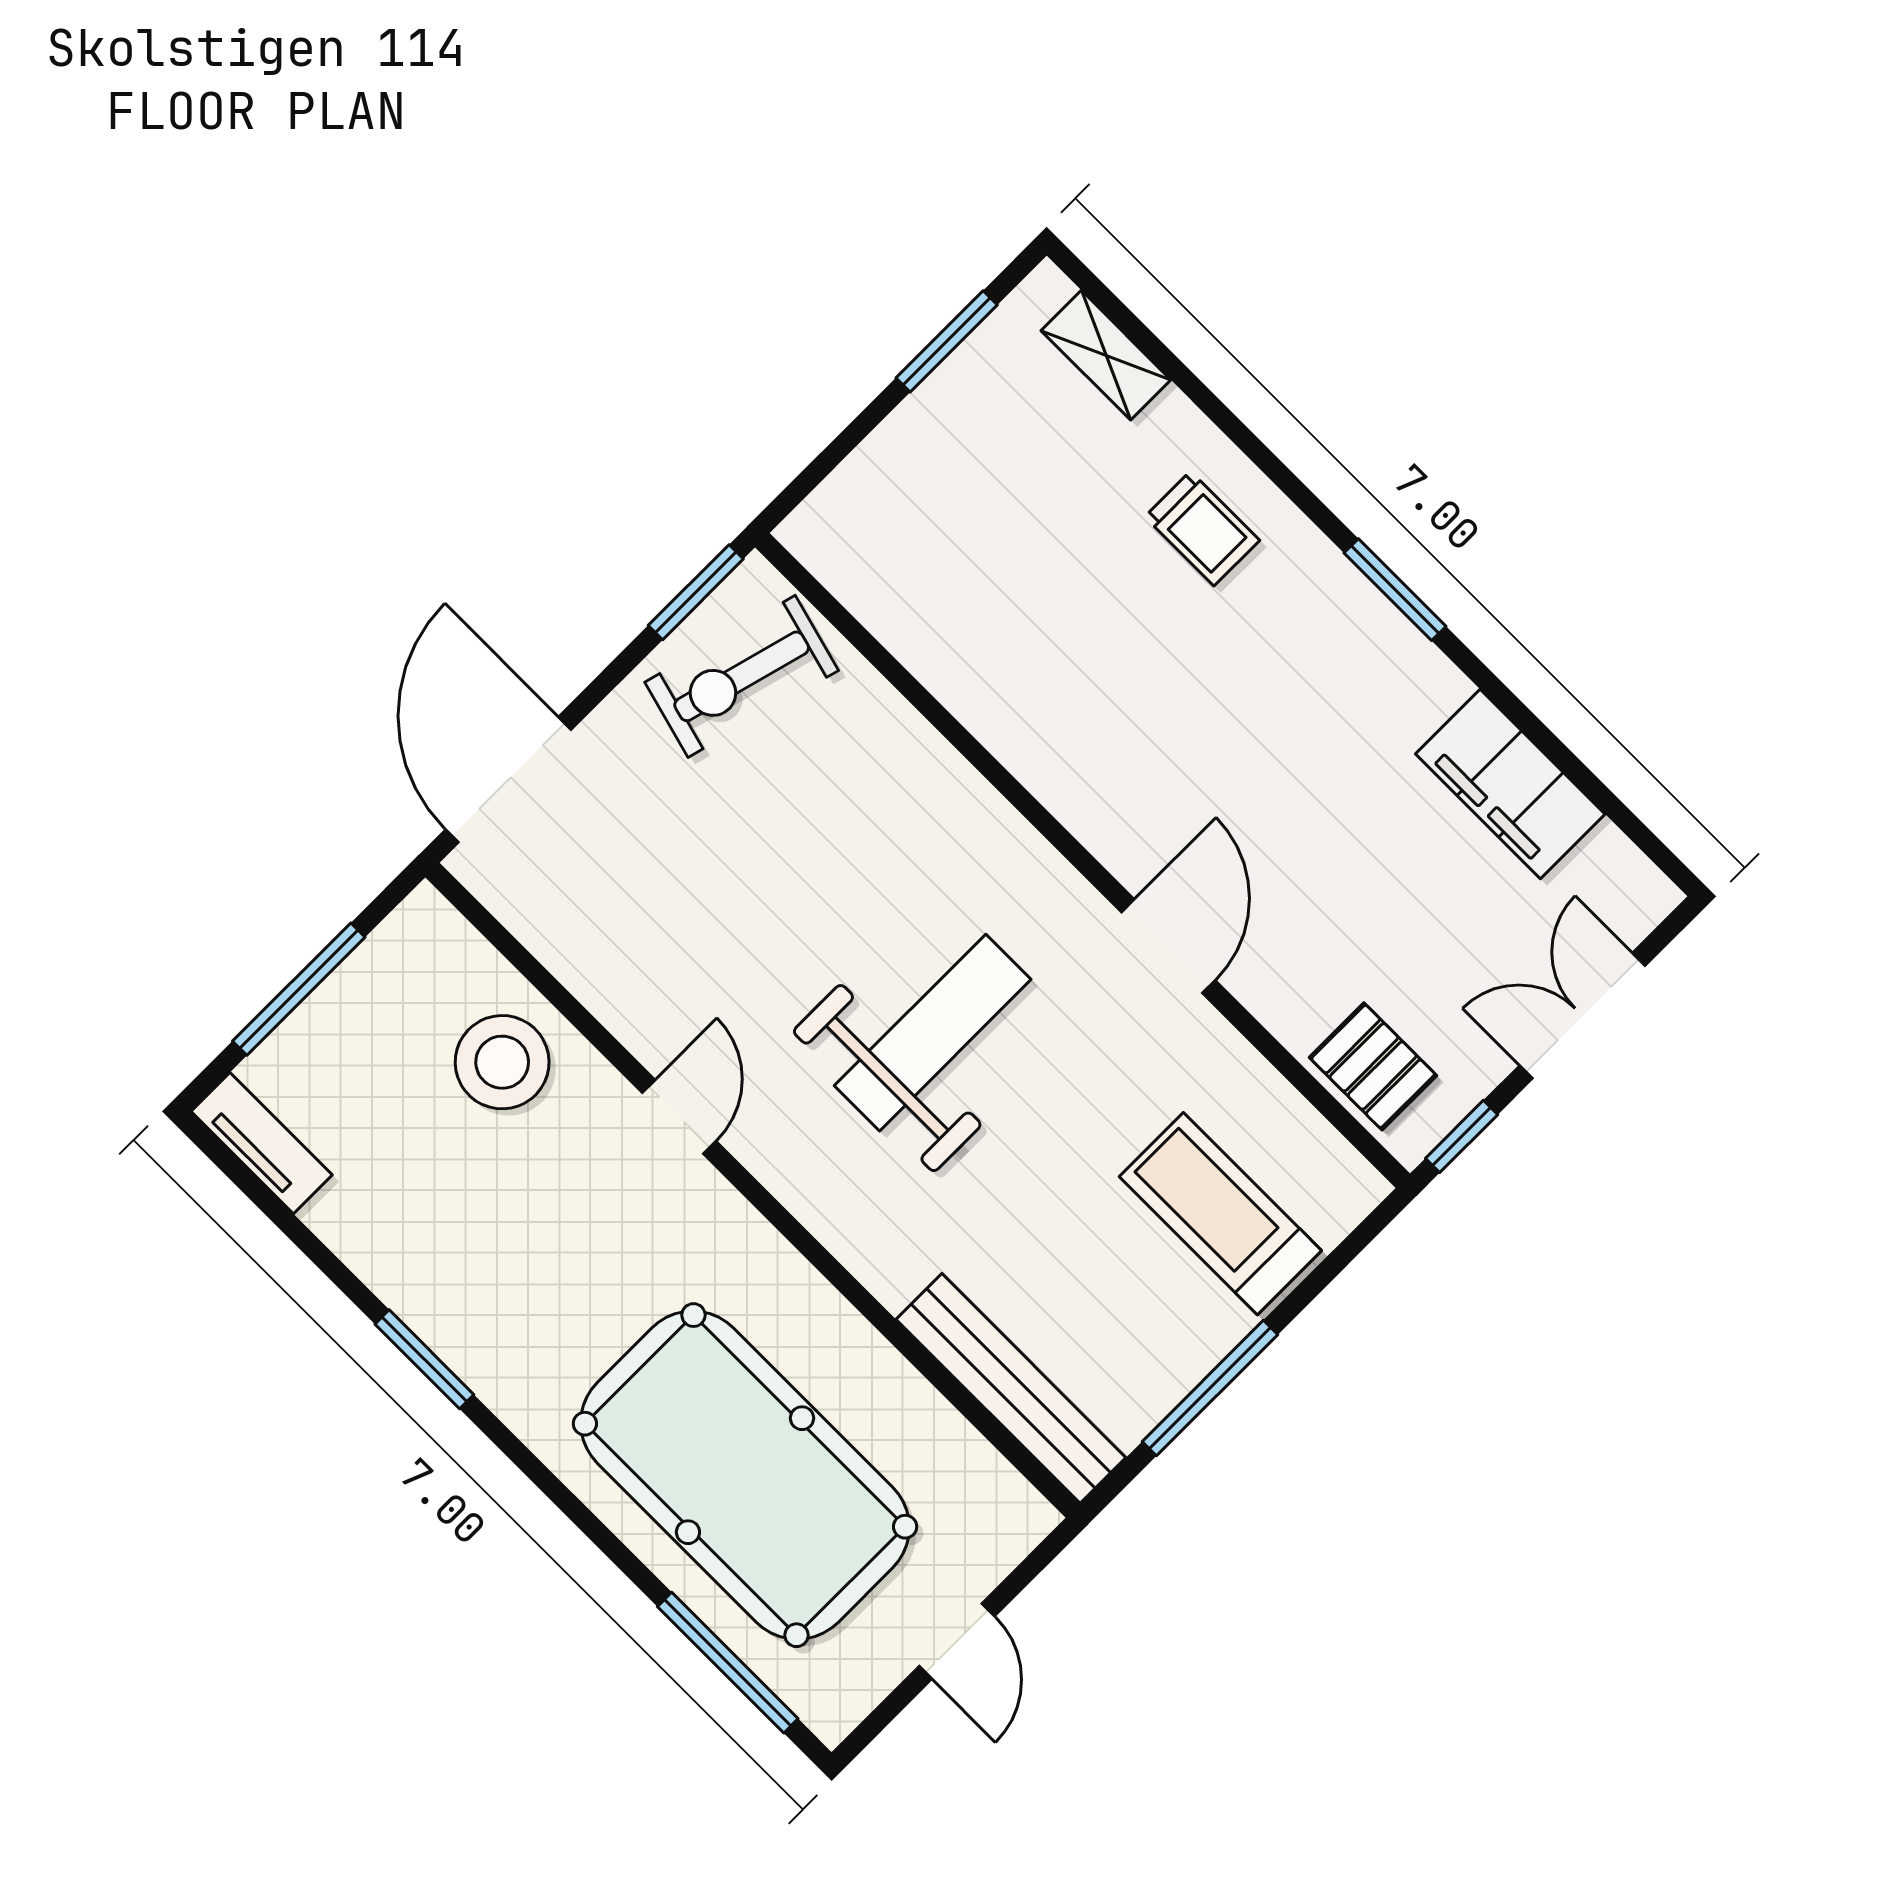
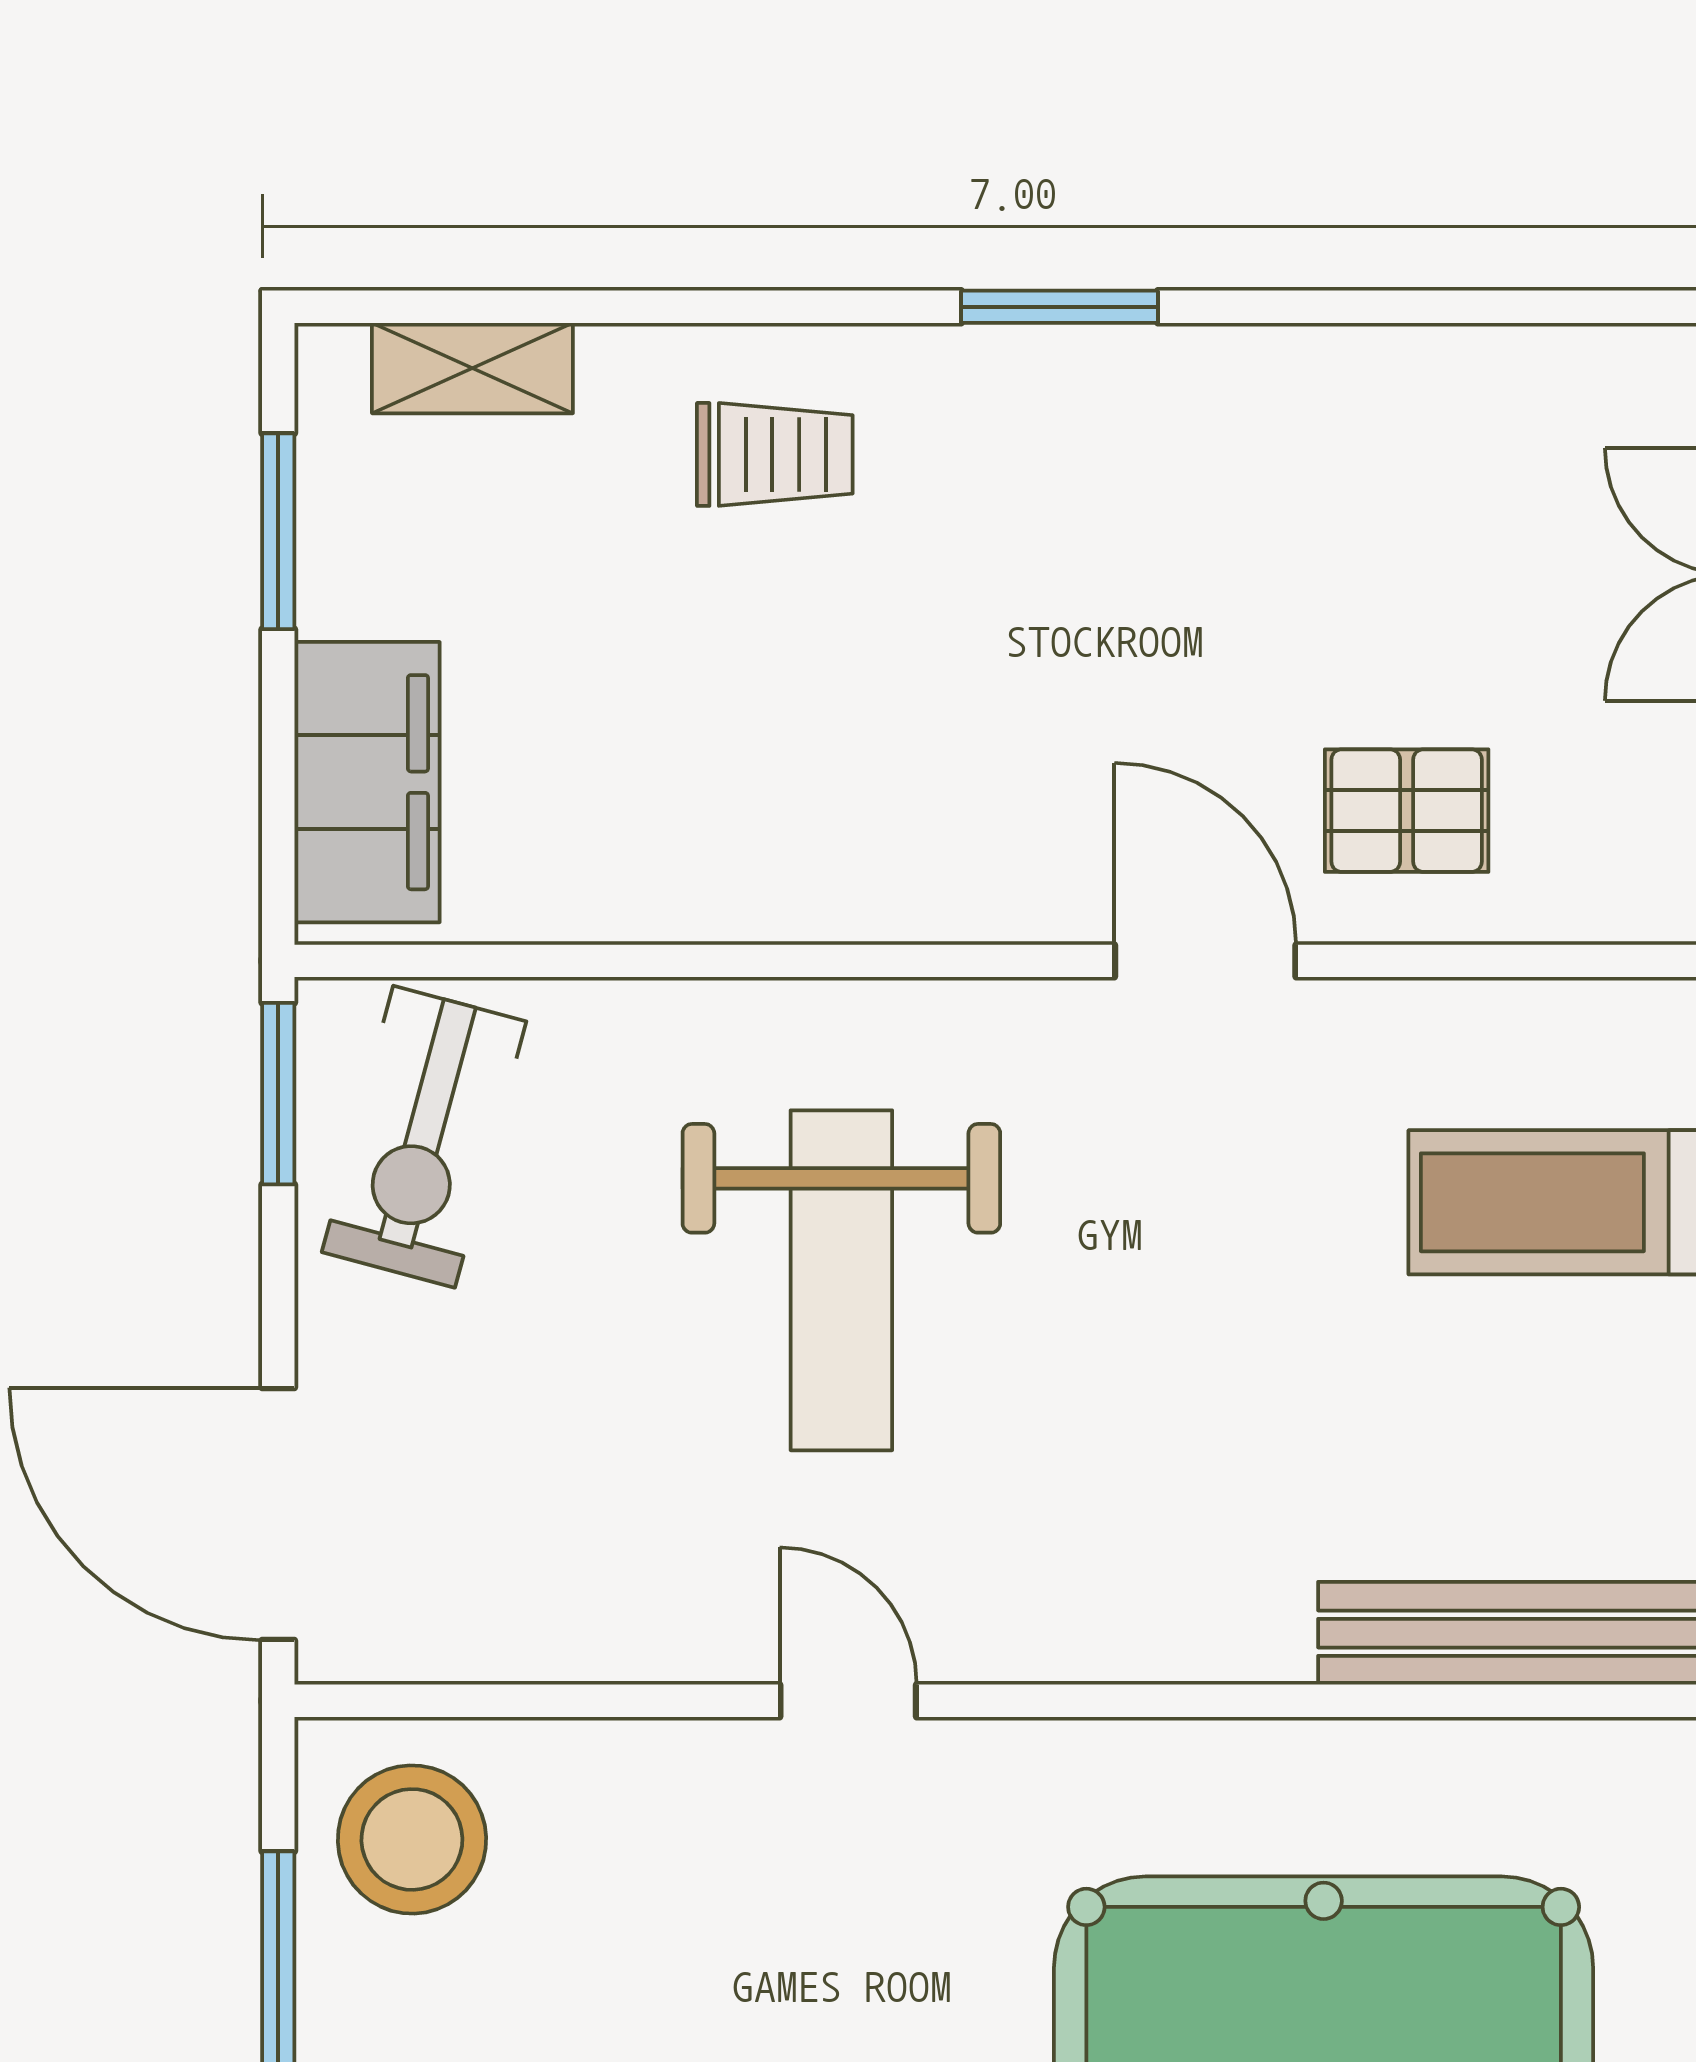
filing cabinet: (1510, 784) -> (367, 782), moved, turned -90
weight bench: (933, 1033) -> (841, 1280), moved, turned 180
stool: (502, 1062) -> (412, 1839), moved
pallet: (1373, 1066) -> (1407, 811), moved

